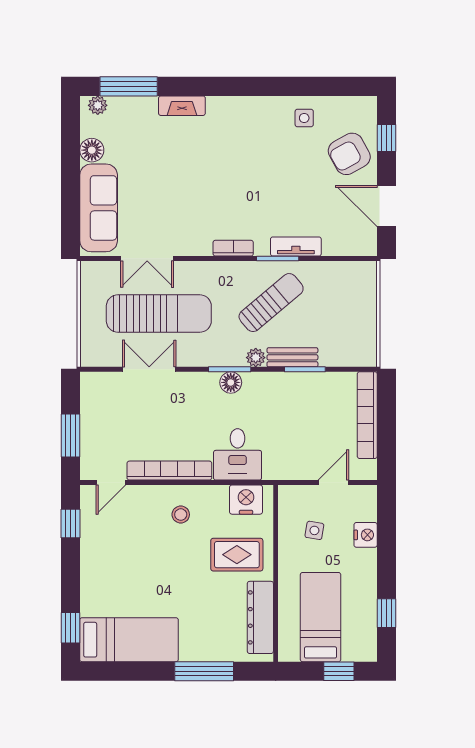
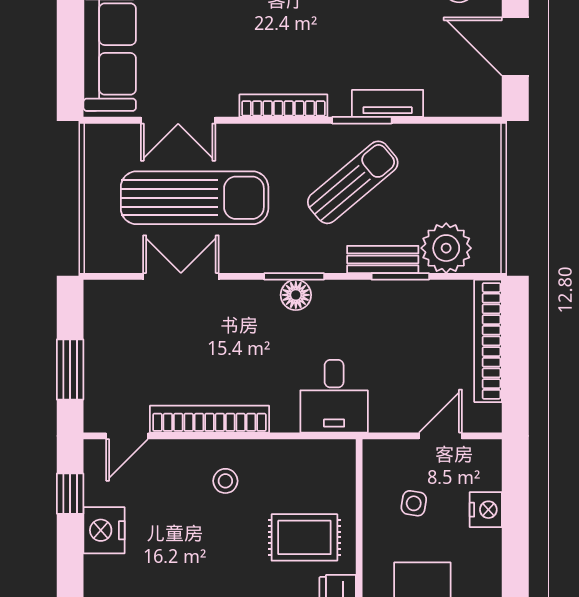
bookcase: (233, 248) -> (283, 106), width x1.56
plant: (256, 358) -> (446, 248), moved, width x1.87, depth x1.87
desk: (238, 454) -> (334, 396), moved
nightstand: (246, 500) -> (104, 530), moved, turned -90

